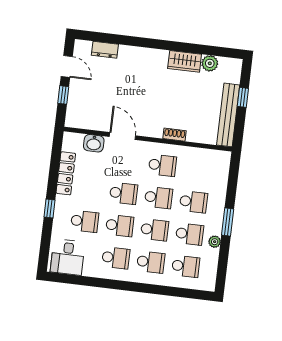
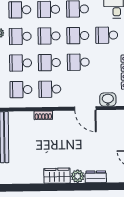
dresser: (105, 50) -> (96, 177), moved
wardrobe: (185, 61) -> (57, 176), moved
plant: (210, 63) -> (78, 176), moved
school desk: (197, 170) -> (21, 90), added

